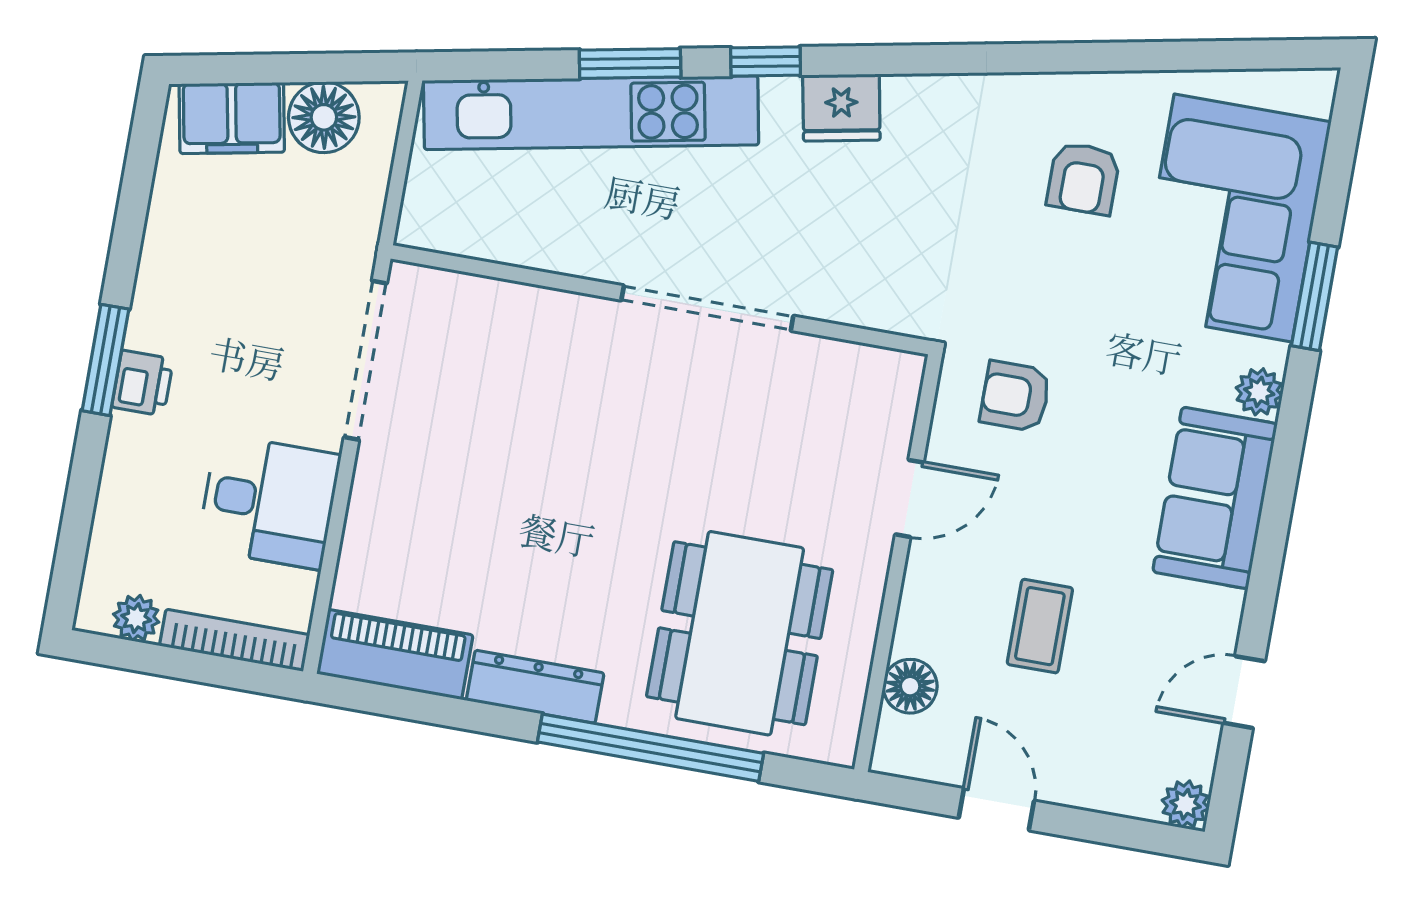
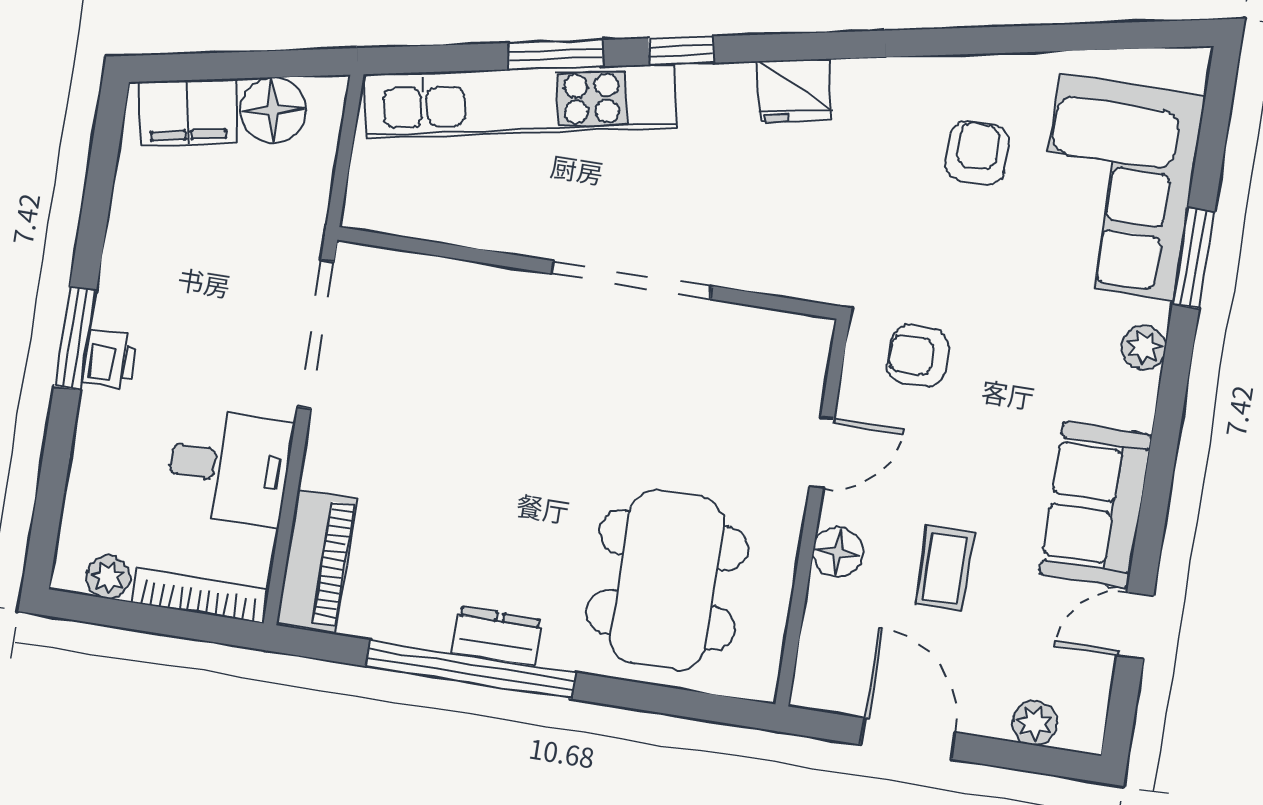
fridge: (841, 108) -> (795, 90), moved
armchair: (1083, 178) -> (977, 153), turned 180
sofa: (1215, 498) -> (1096, 505), moved
piano: (395, 654) -> (317, 561), moved, turned 90
floor lamp: (910, 686) -> (838, 552), moved
dresser: (535, 687) -> (497, 636), width x0.70
window: (651, 748) -> (471, 669), moved
plant: (1185, 804) -> (1034, 723), moved
door: (996, 809) -> (908, 739), width x1.38

